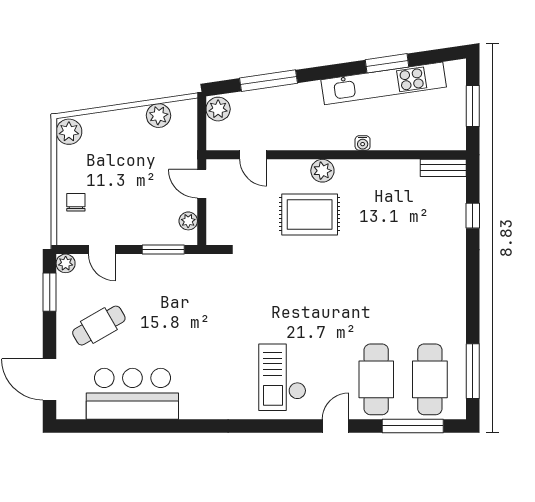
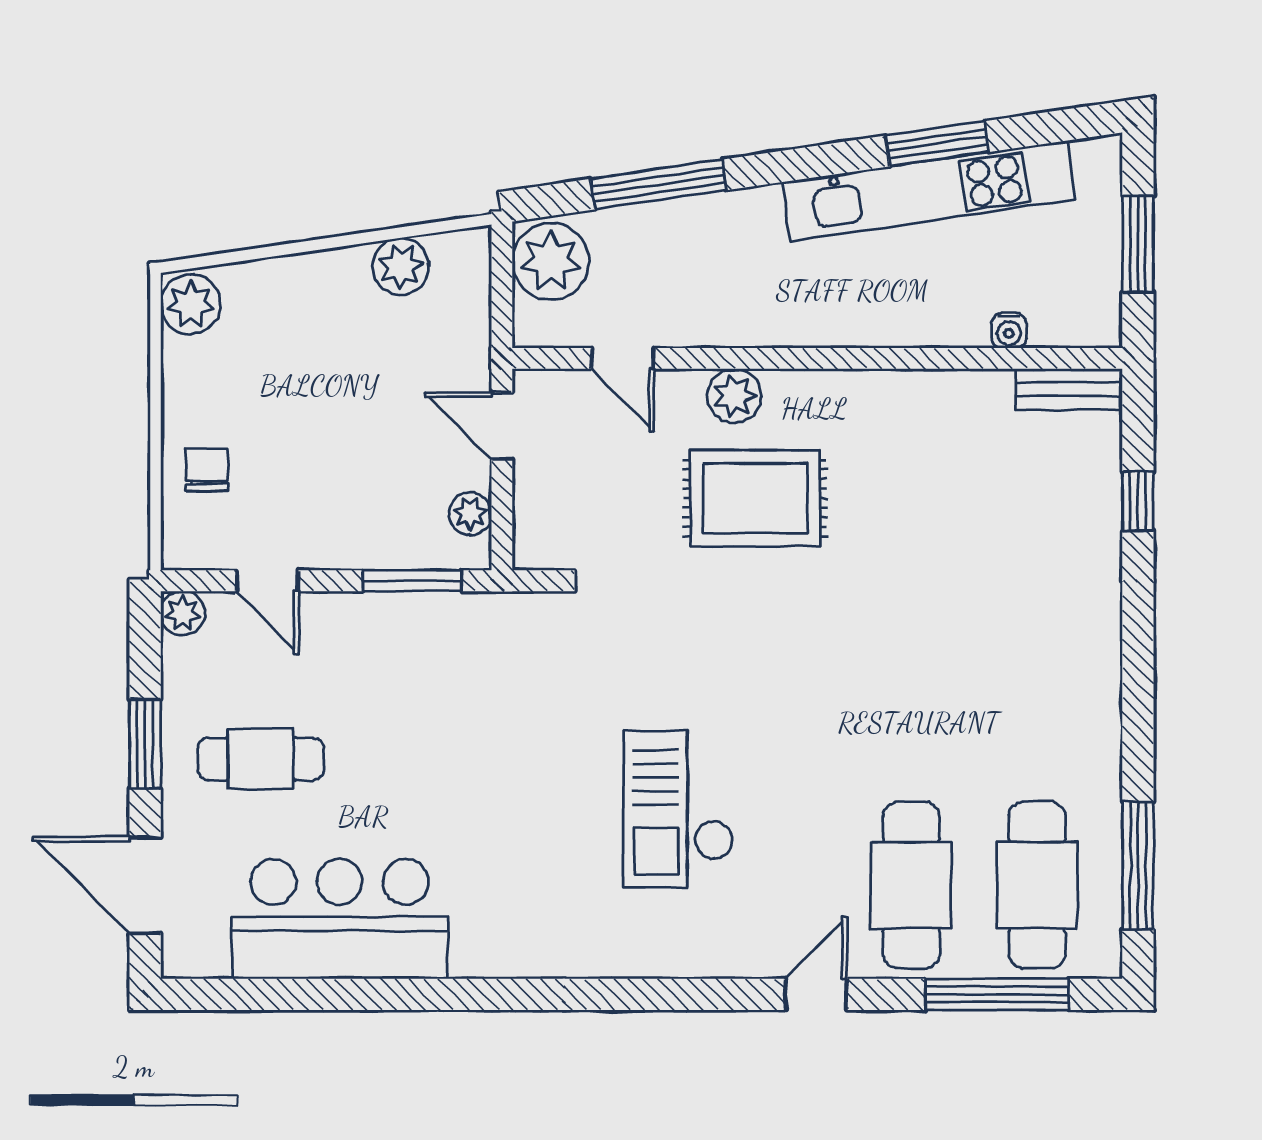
plant: (218, 109) -> (551, 261), width x1.36, depth x1.36
water cooler: (363, 143) -> (1009, 331), moved
plant: (322, 171) -> (734, 396), moved
window: (50, 292) -> (145, 744), moved
cafe table: (99, 326) -> (261, 759), turned 30
checkout: (282, 377) -> (679, 809), moved

